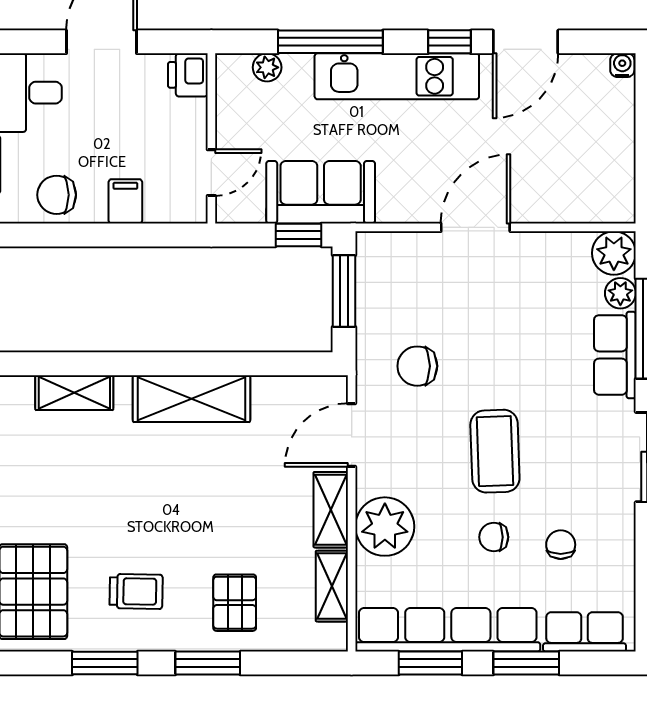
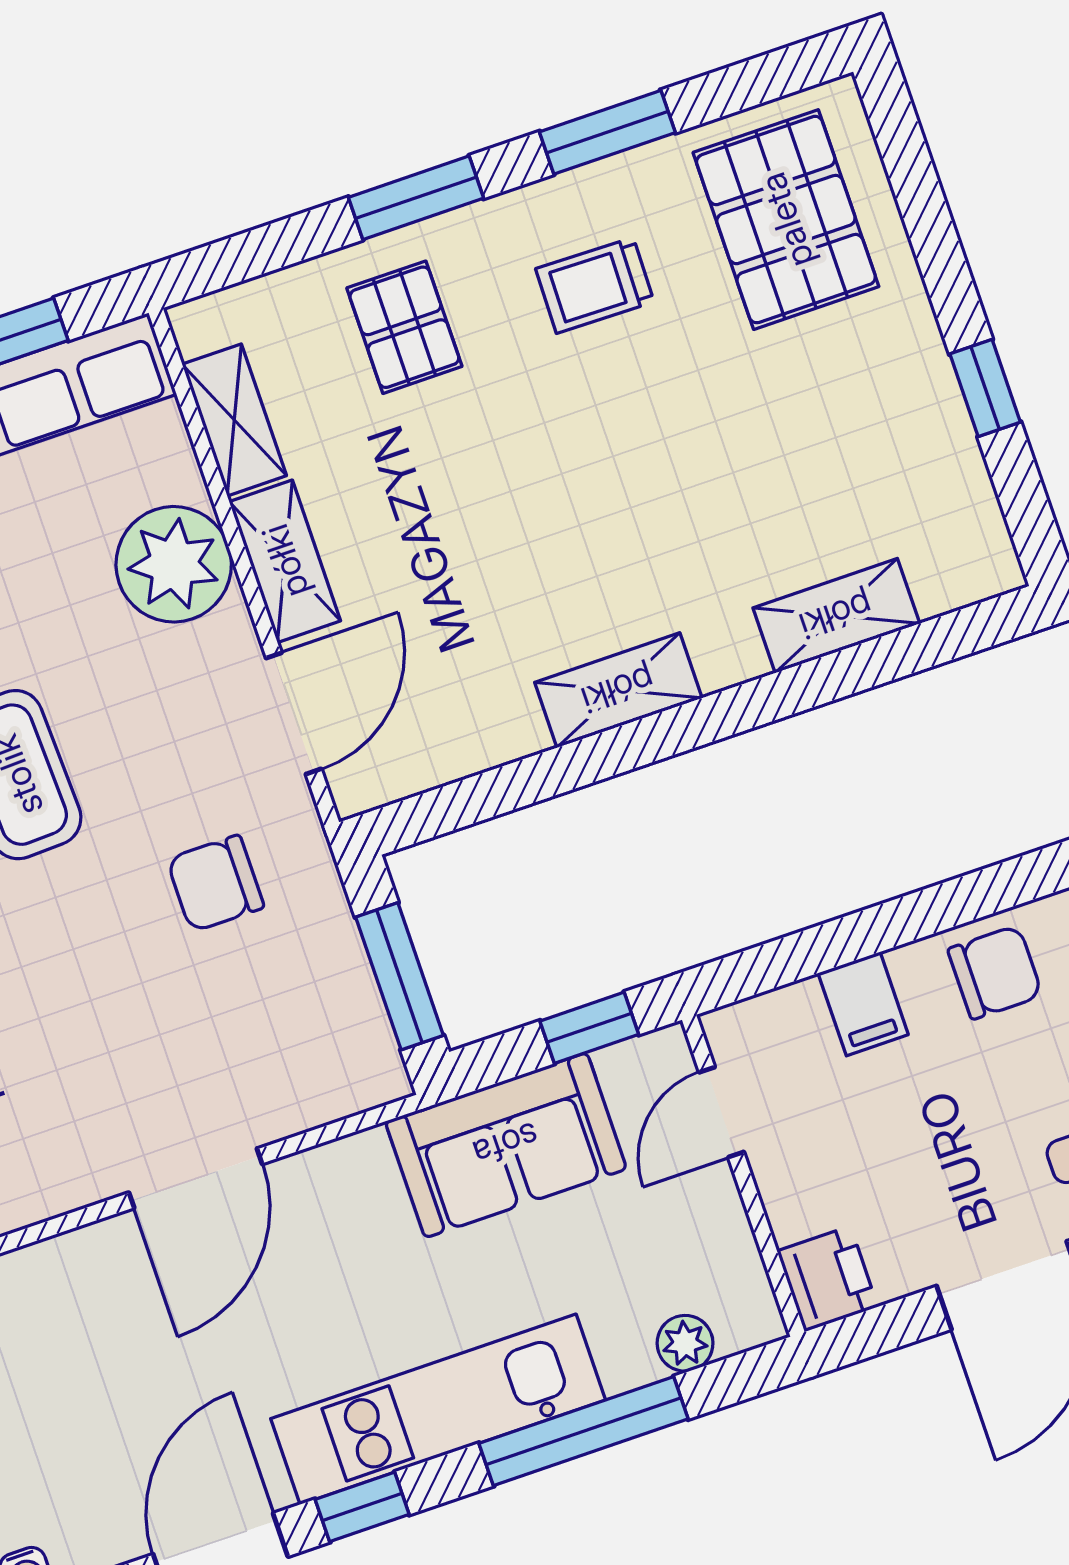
window: (298, 235) -> (589, 1028), moved
chair: (417, 366) -> (215, 883), turned 180
shelving: (191, 399) -> (618, 690), width x0.67, depth x0.75

